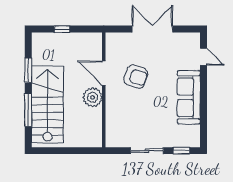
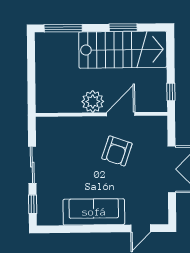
window: (62, 29) -> (171, 92), moved
stairs: (47, 105) -> (123, 50), moved
window: (28, 110) -> (63, 28), moved

